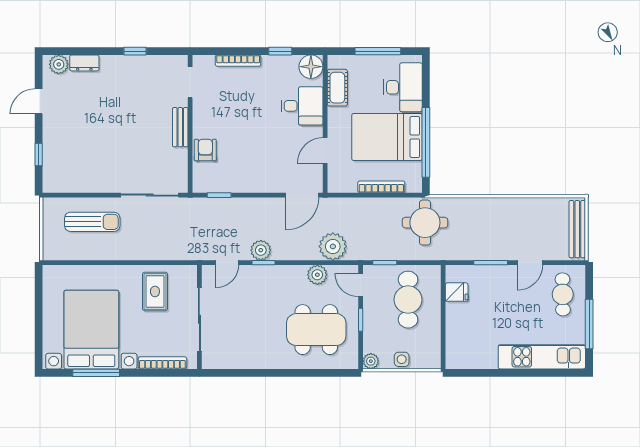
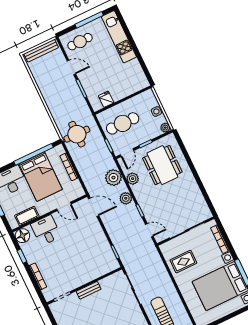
armchair: (205, 150) -> (94, 271), removed
plant: (261, 250) -> (126, 198), moved

